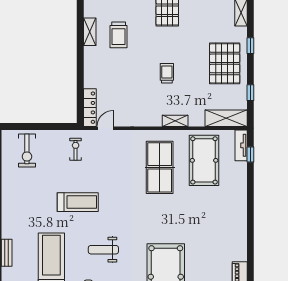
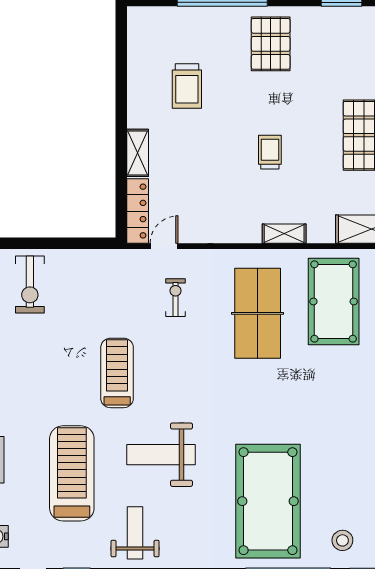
shelving: (90, 32) -> (138, 153), moved
exercise bike: (76, 149) -> (176, 298), moved
treadmill: (78, 202) -> (117, 373), turned -90
weight bench: (103, 250) -> (161, 455), width x1.36, depth x1.33

